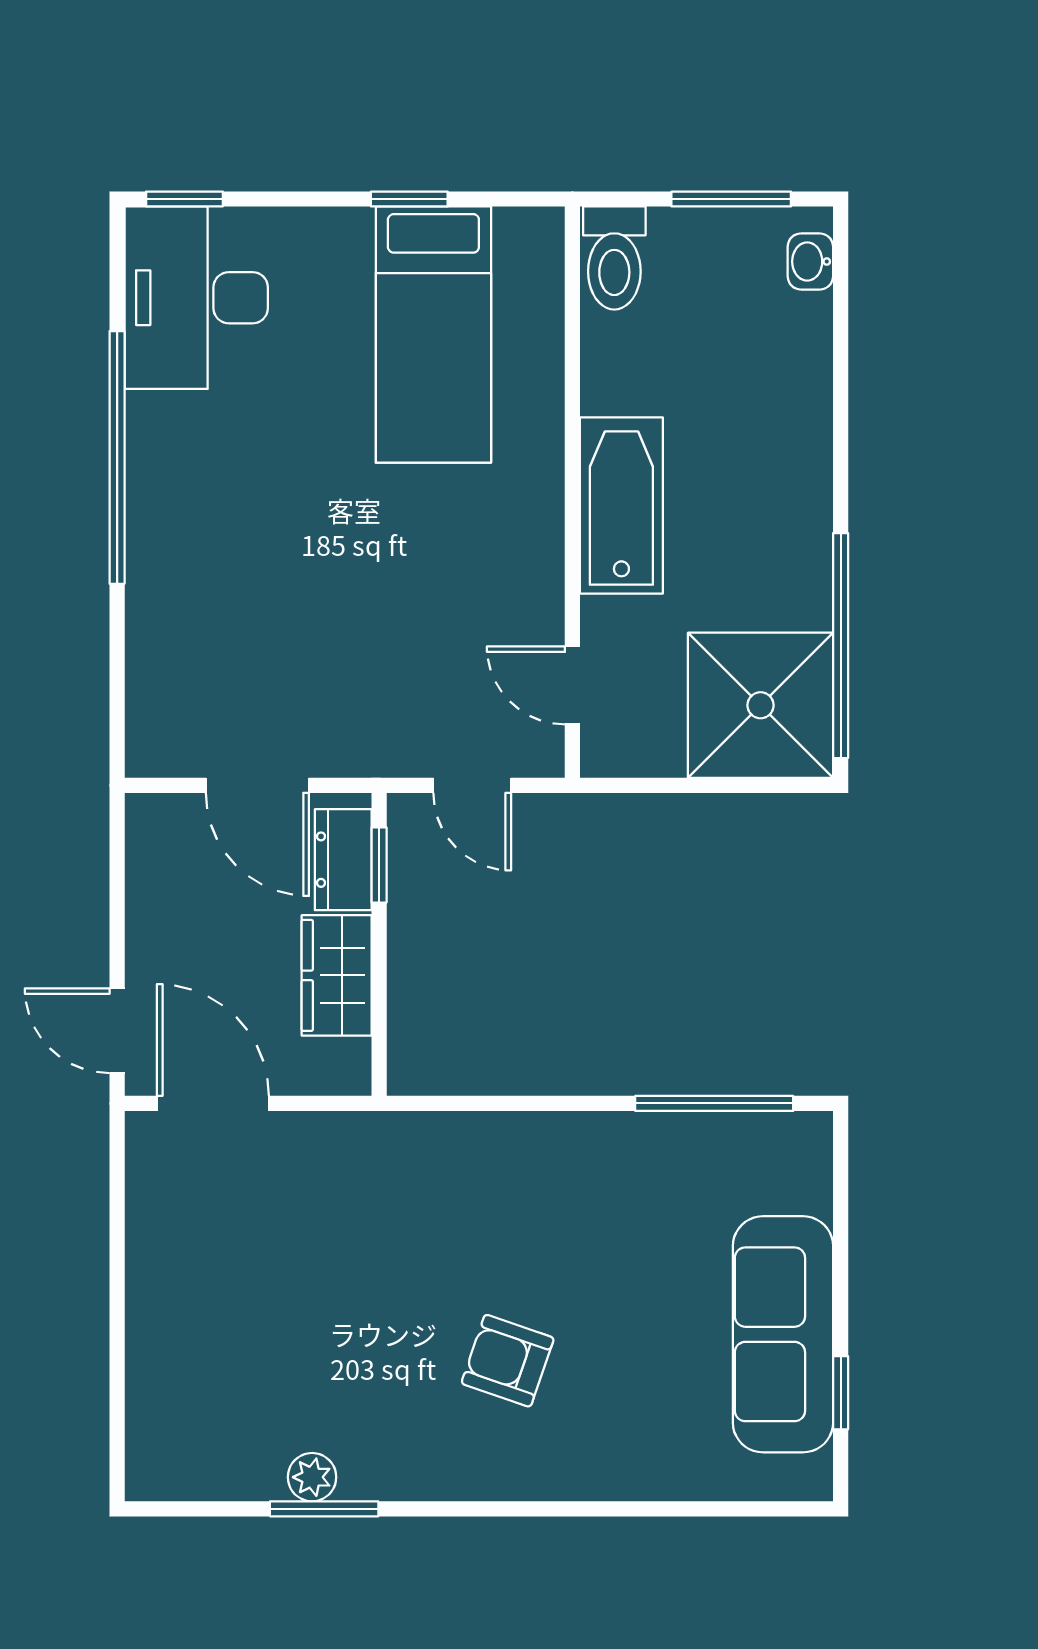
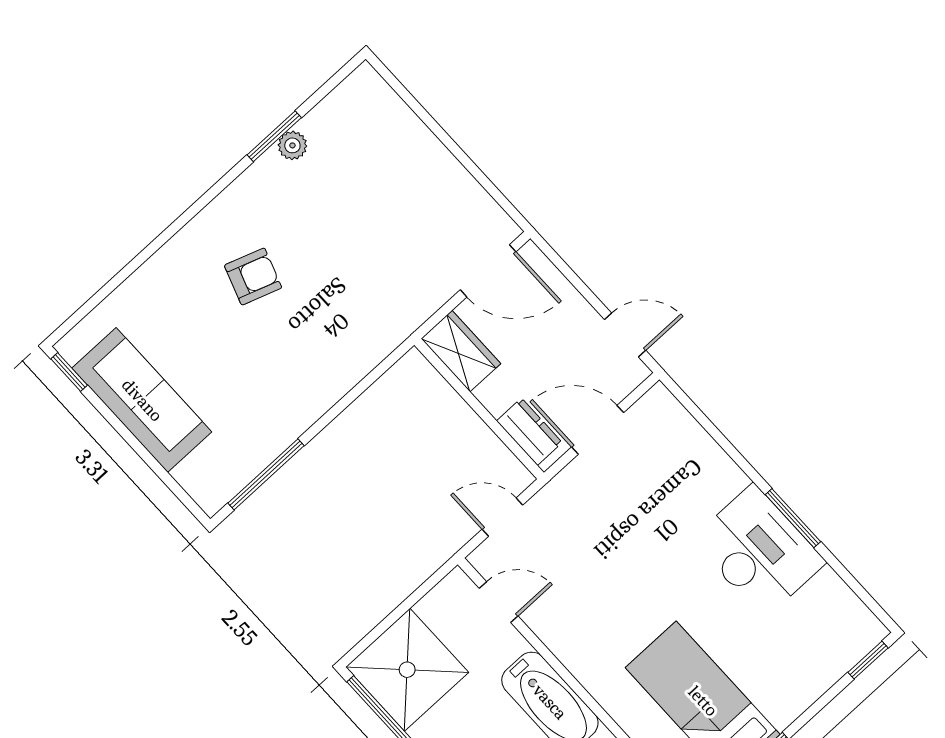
desk: (196, 298) -> (759, 551), moved
window: (117, 457) -> (793, 518), width x0.47
window: (379, 865) -> (511, 444), removed
wardrobe: (337, 975) -> (461, 351), moved
door: (117, 1031) -> (625, 335), moved
window: (841, 1393) -> (69, 372), moved

